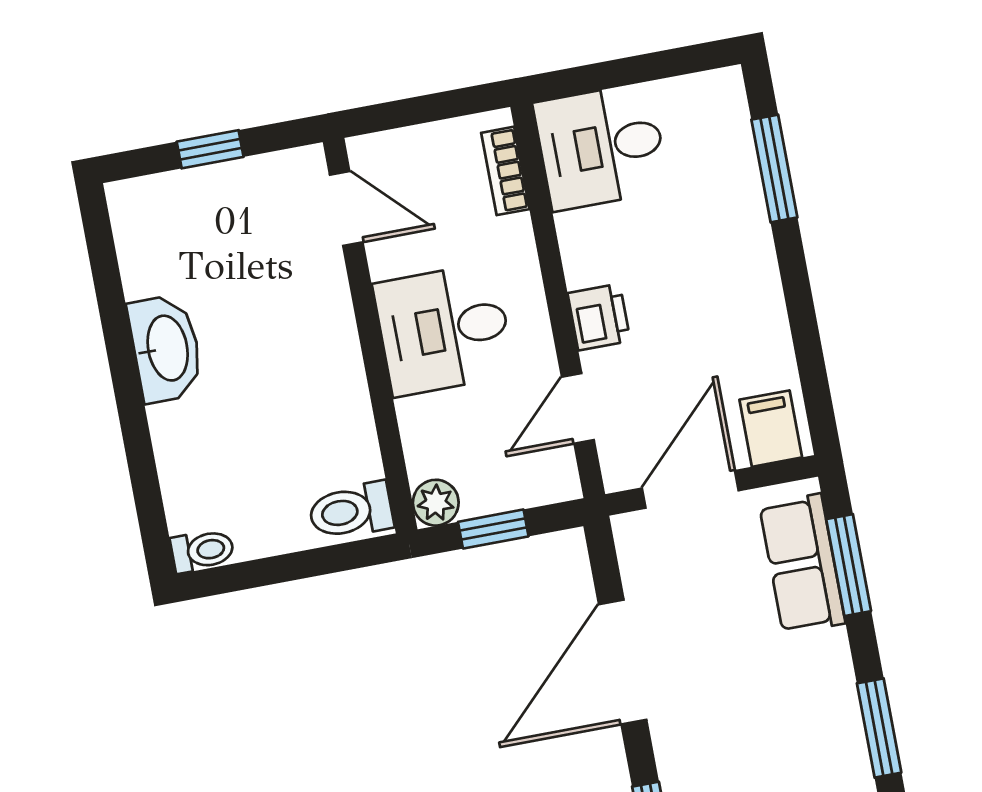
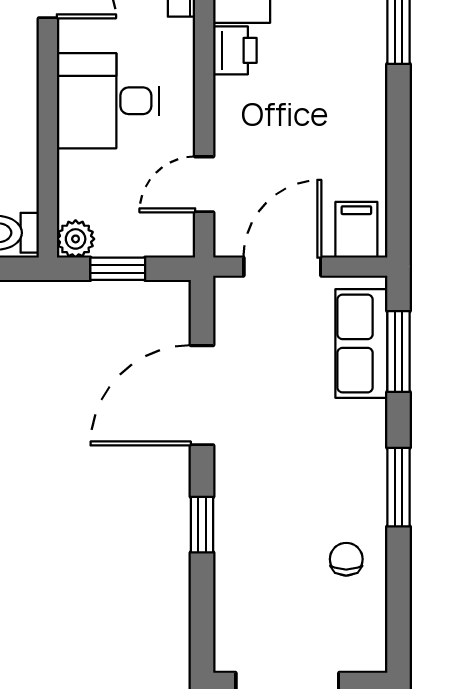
printer: (599, 317) -> (235, 50), moved

